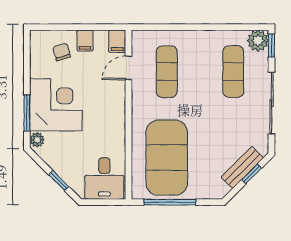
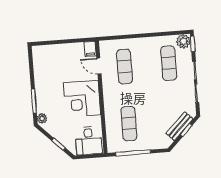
filing cabinet: (85, 40) -> (69, 50), removed
chair: (62, 52) -> (54, 59), removed
door: (128, 68) -> (99, 66), hinge flipped
corner desk: (56, 105) -> (82, 99), moved, turned 180
exercise mat: (167, 158) -> (129, 124), width x0.50, depth x0.69

